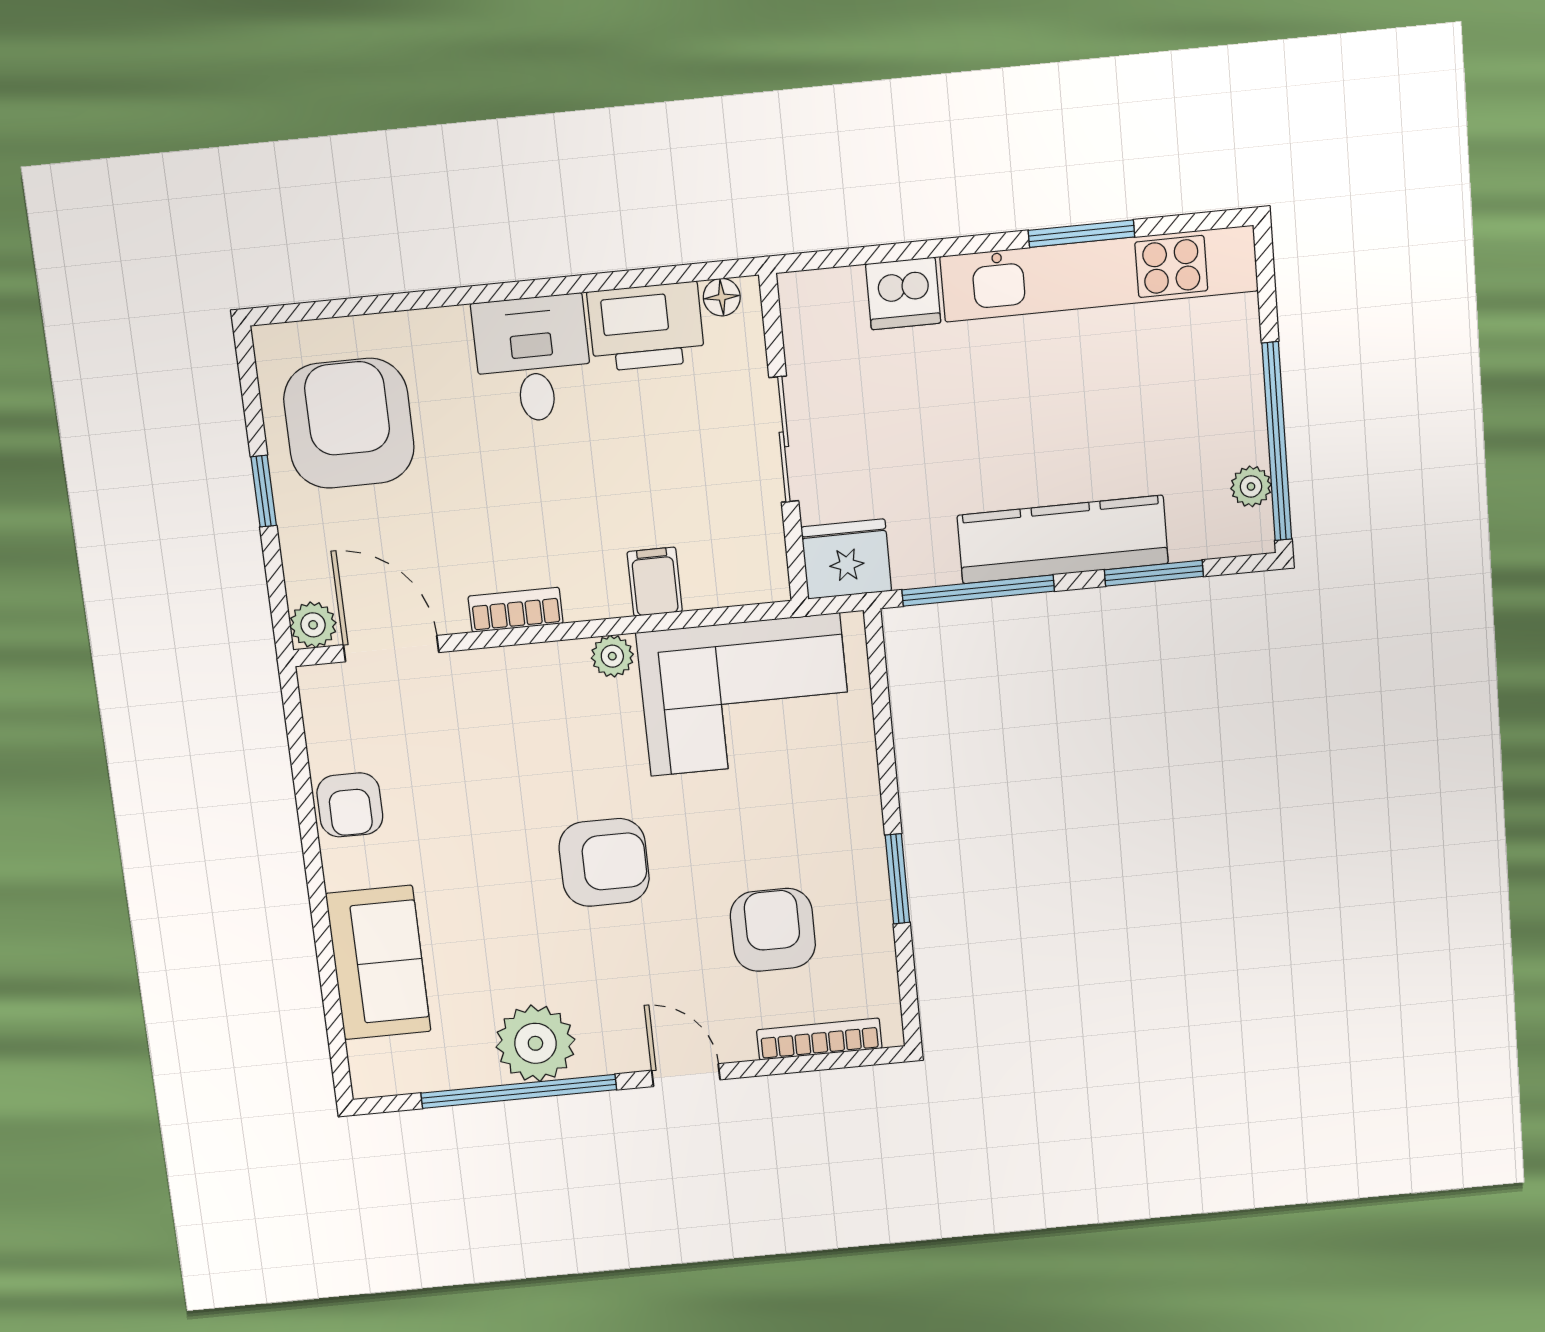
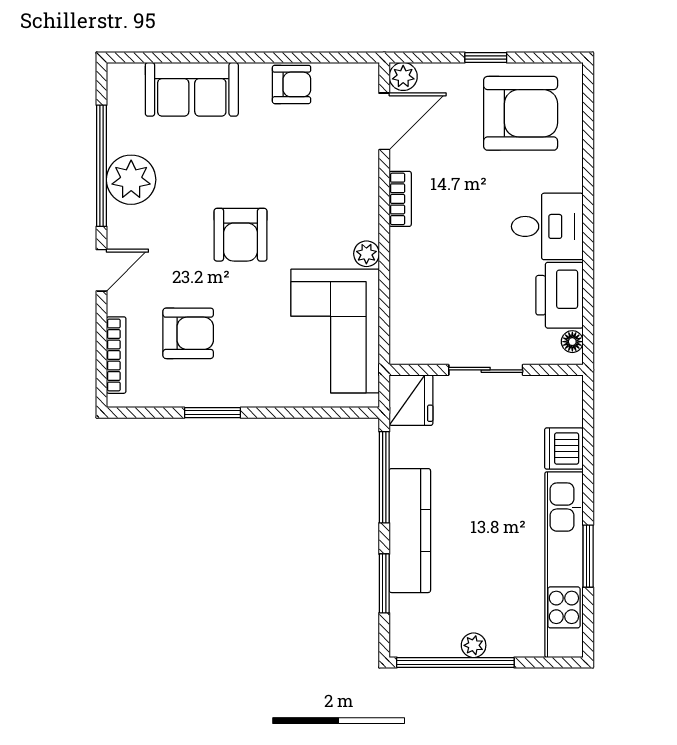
plant: (1251, 486) -> (474, 645), moved
filing cabinet: (655, 582) -> (409, 284), removed
armchair: (350, 805) -> (292, 84), turned 180

